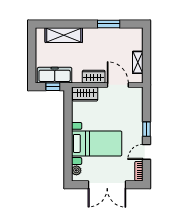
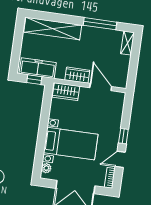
window: (109, 24) -> (100, 24), width x1.44
shelving: (64, 35) -> (53, 29), width x1.47
shelving: (138, 62) -> (127, 43), moved

